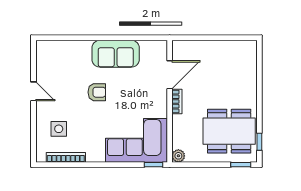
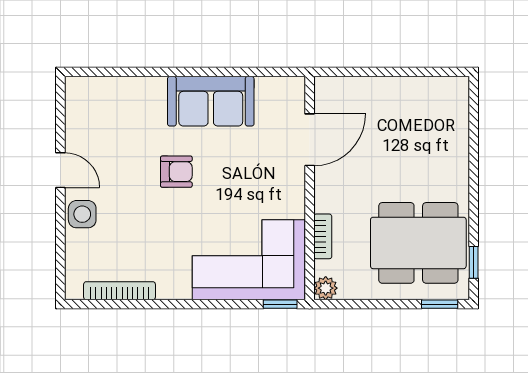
bookcase: (177, 101) -> (323, 236), moved
side table: (59, 129) -> (82, 214), moved

